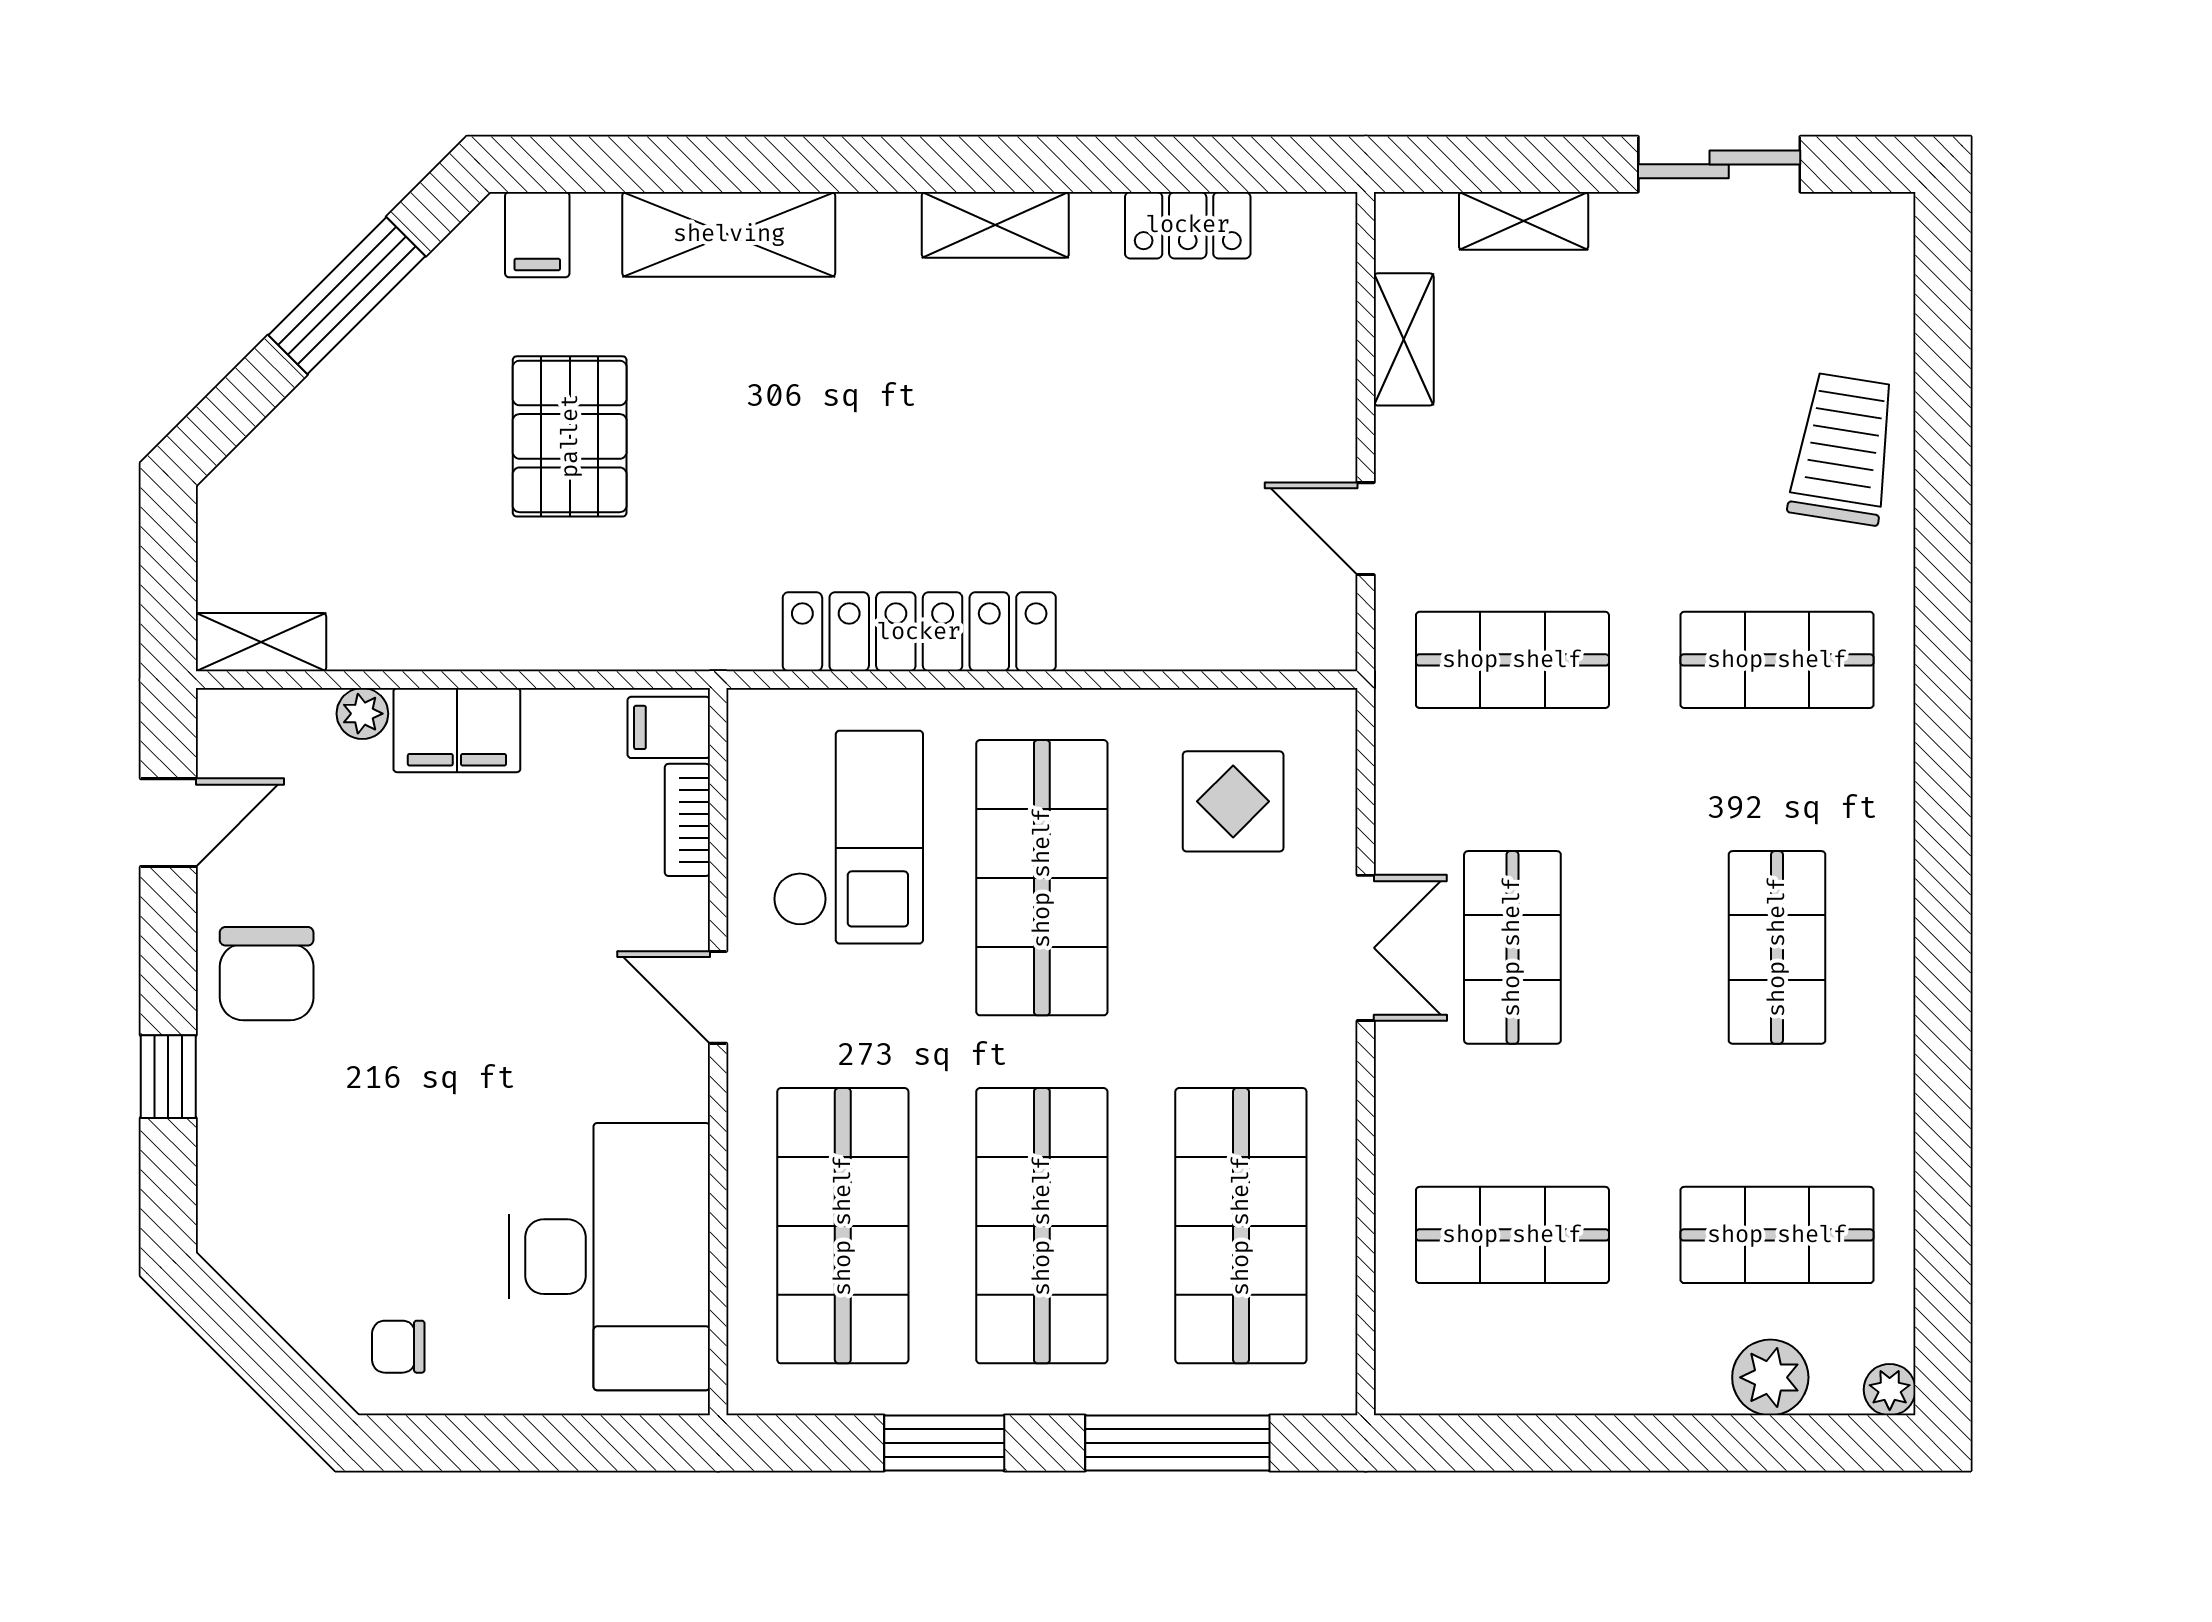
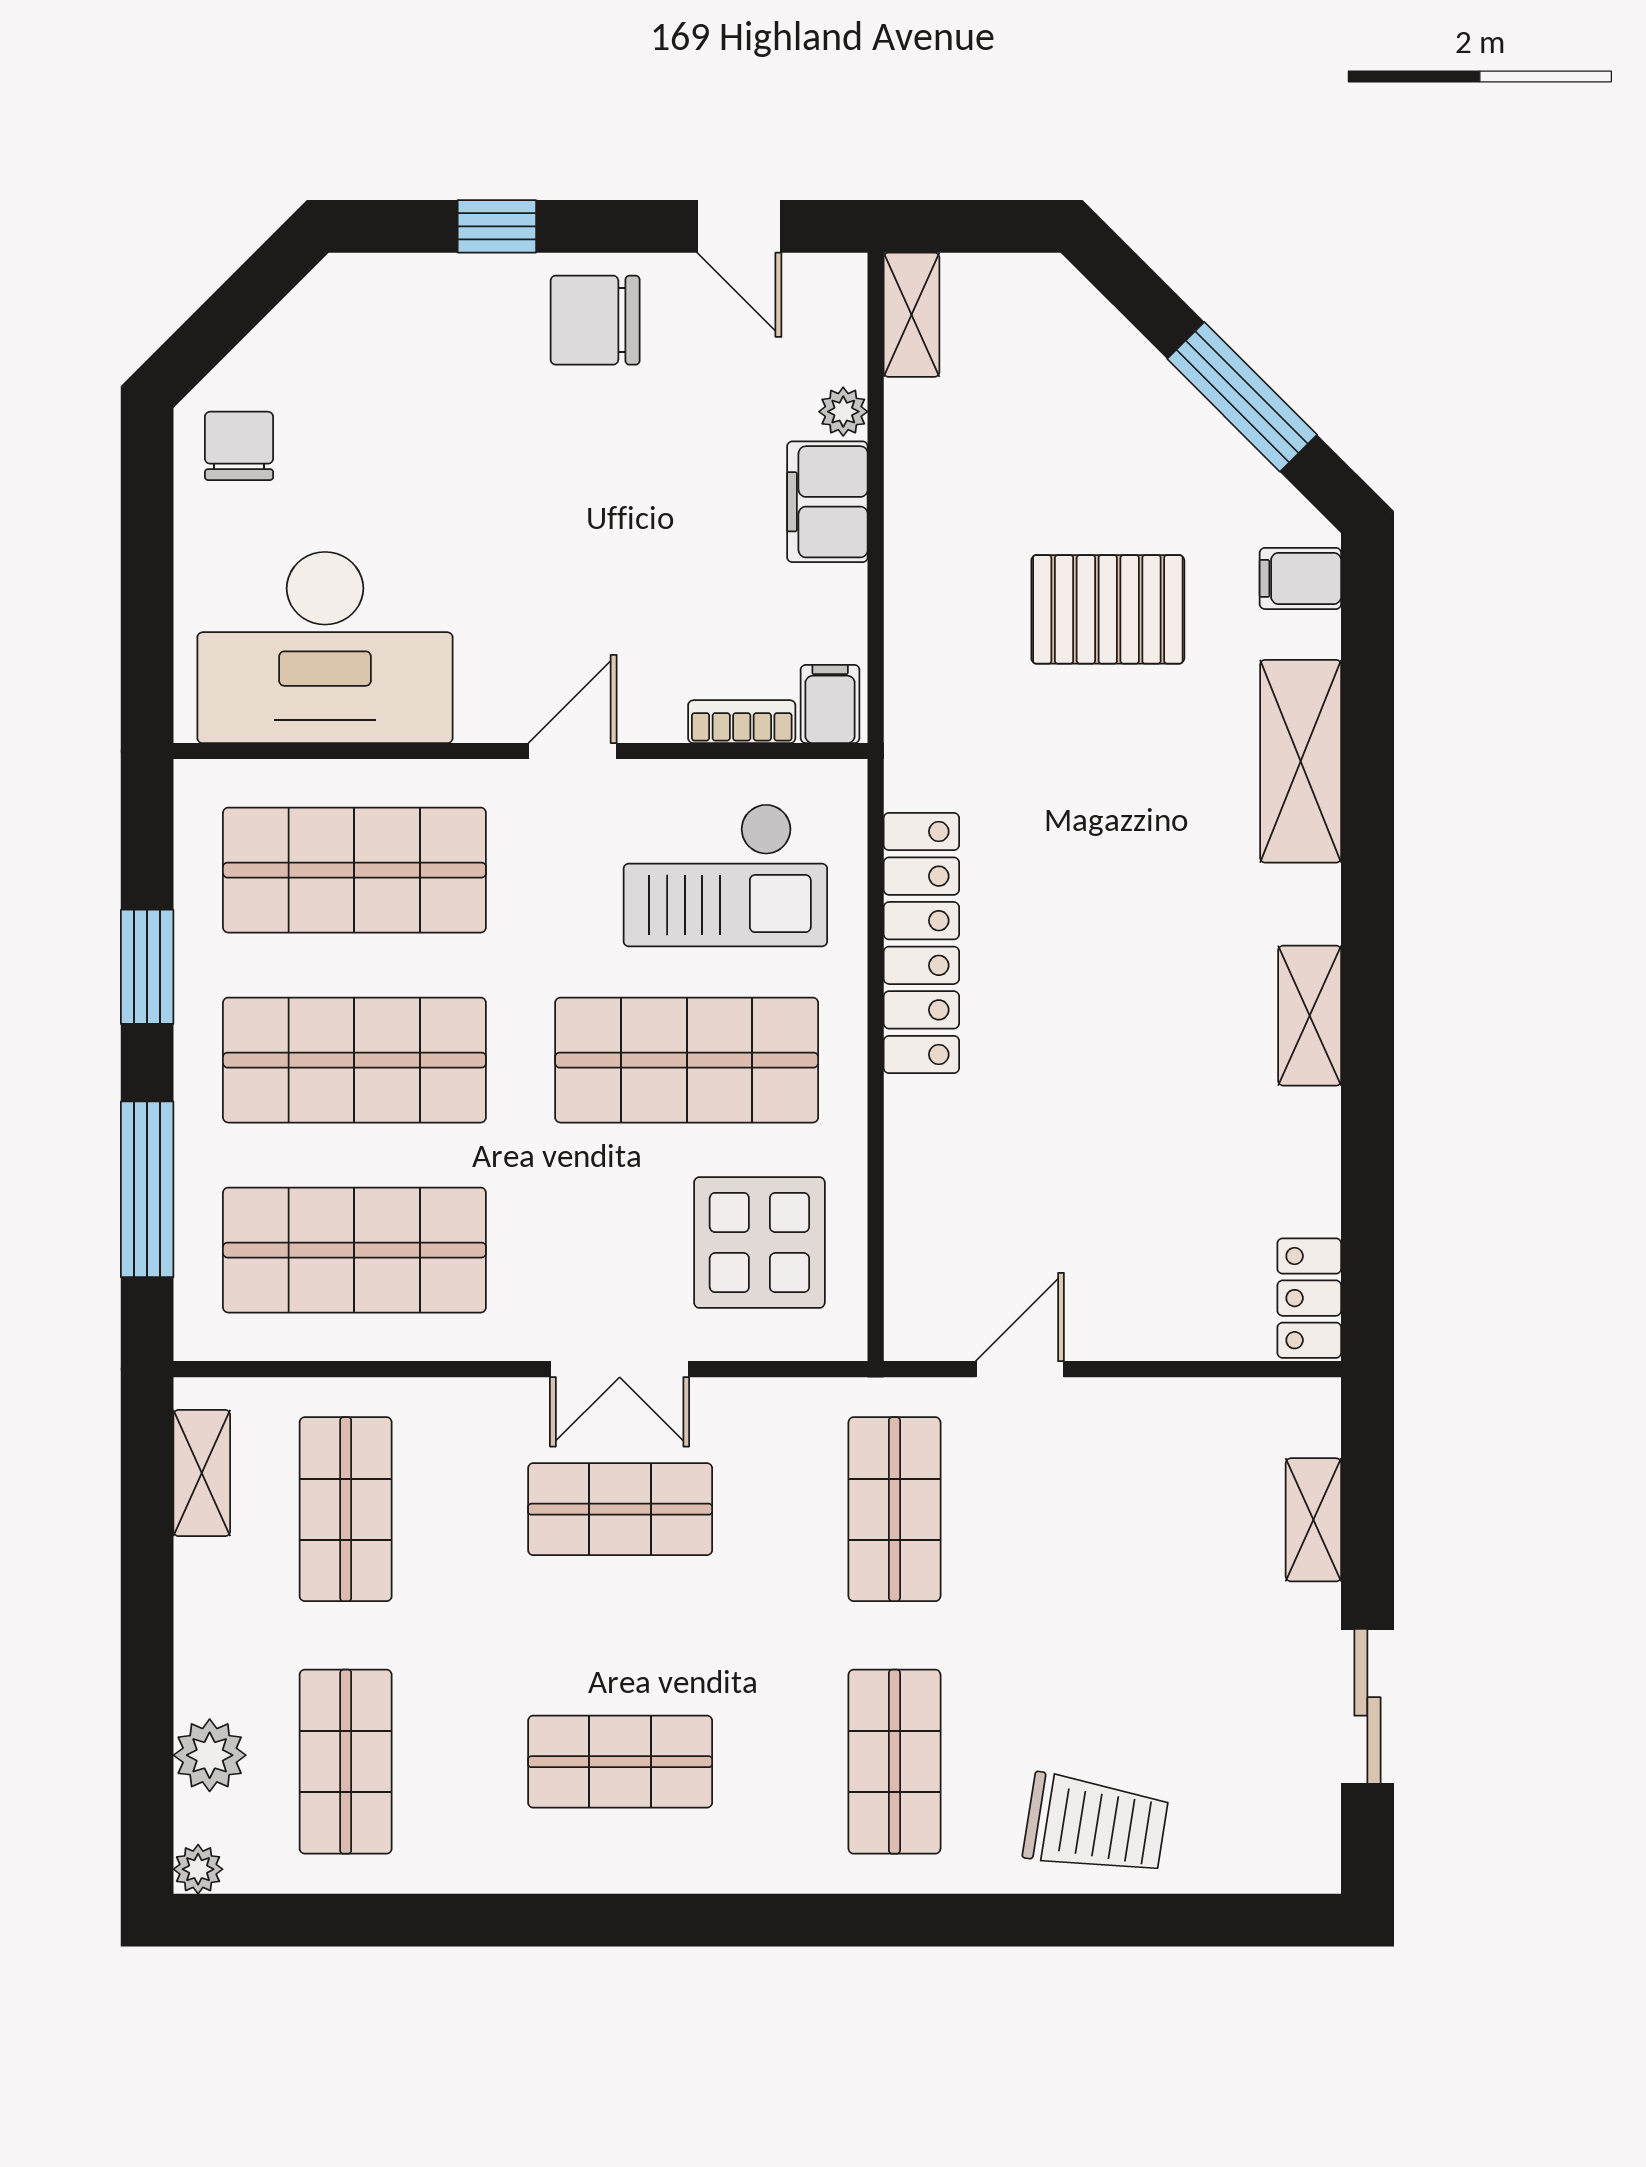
locker: (1188, 225) -> (1309, 1298), moved
shelving: (1404, 339) -> (202, 1473), moved, turned 90
display table: (1233, 801) -> (759, 1243), width x1.36, depth x1.36
chair: (398, 1347) -> (239, 446), width x1.37, depth x1.37

